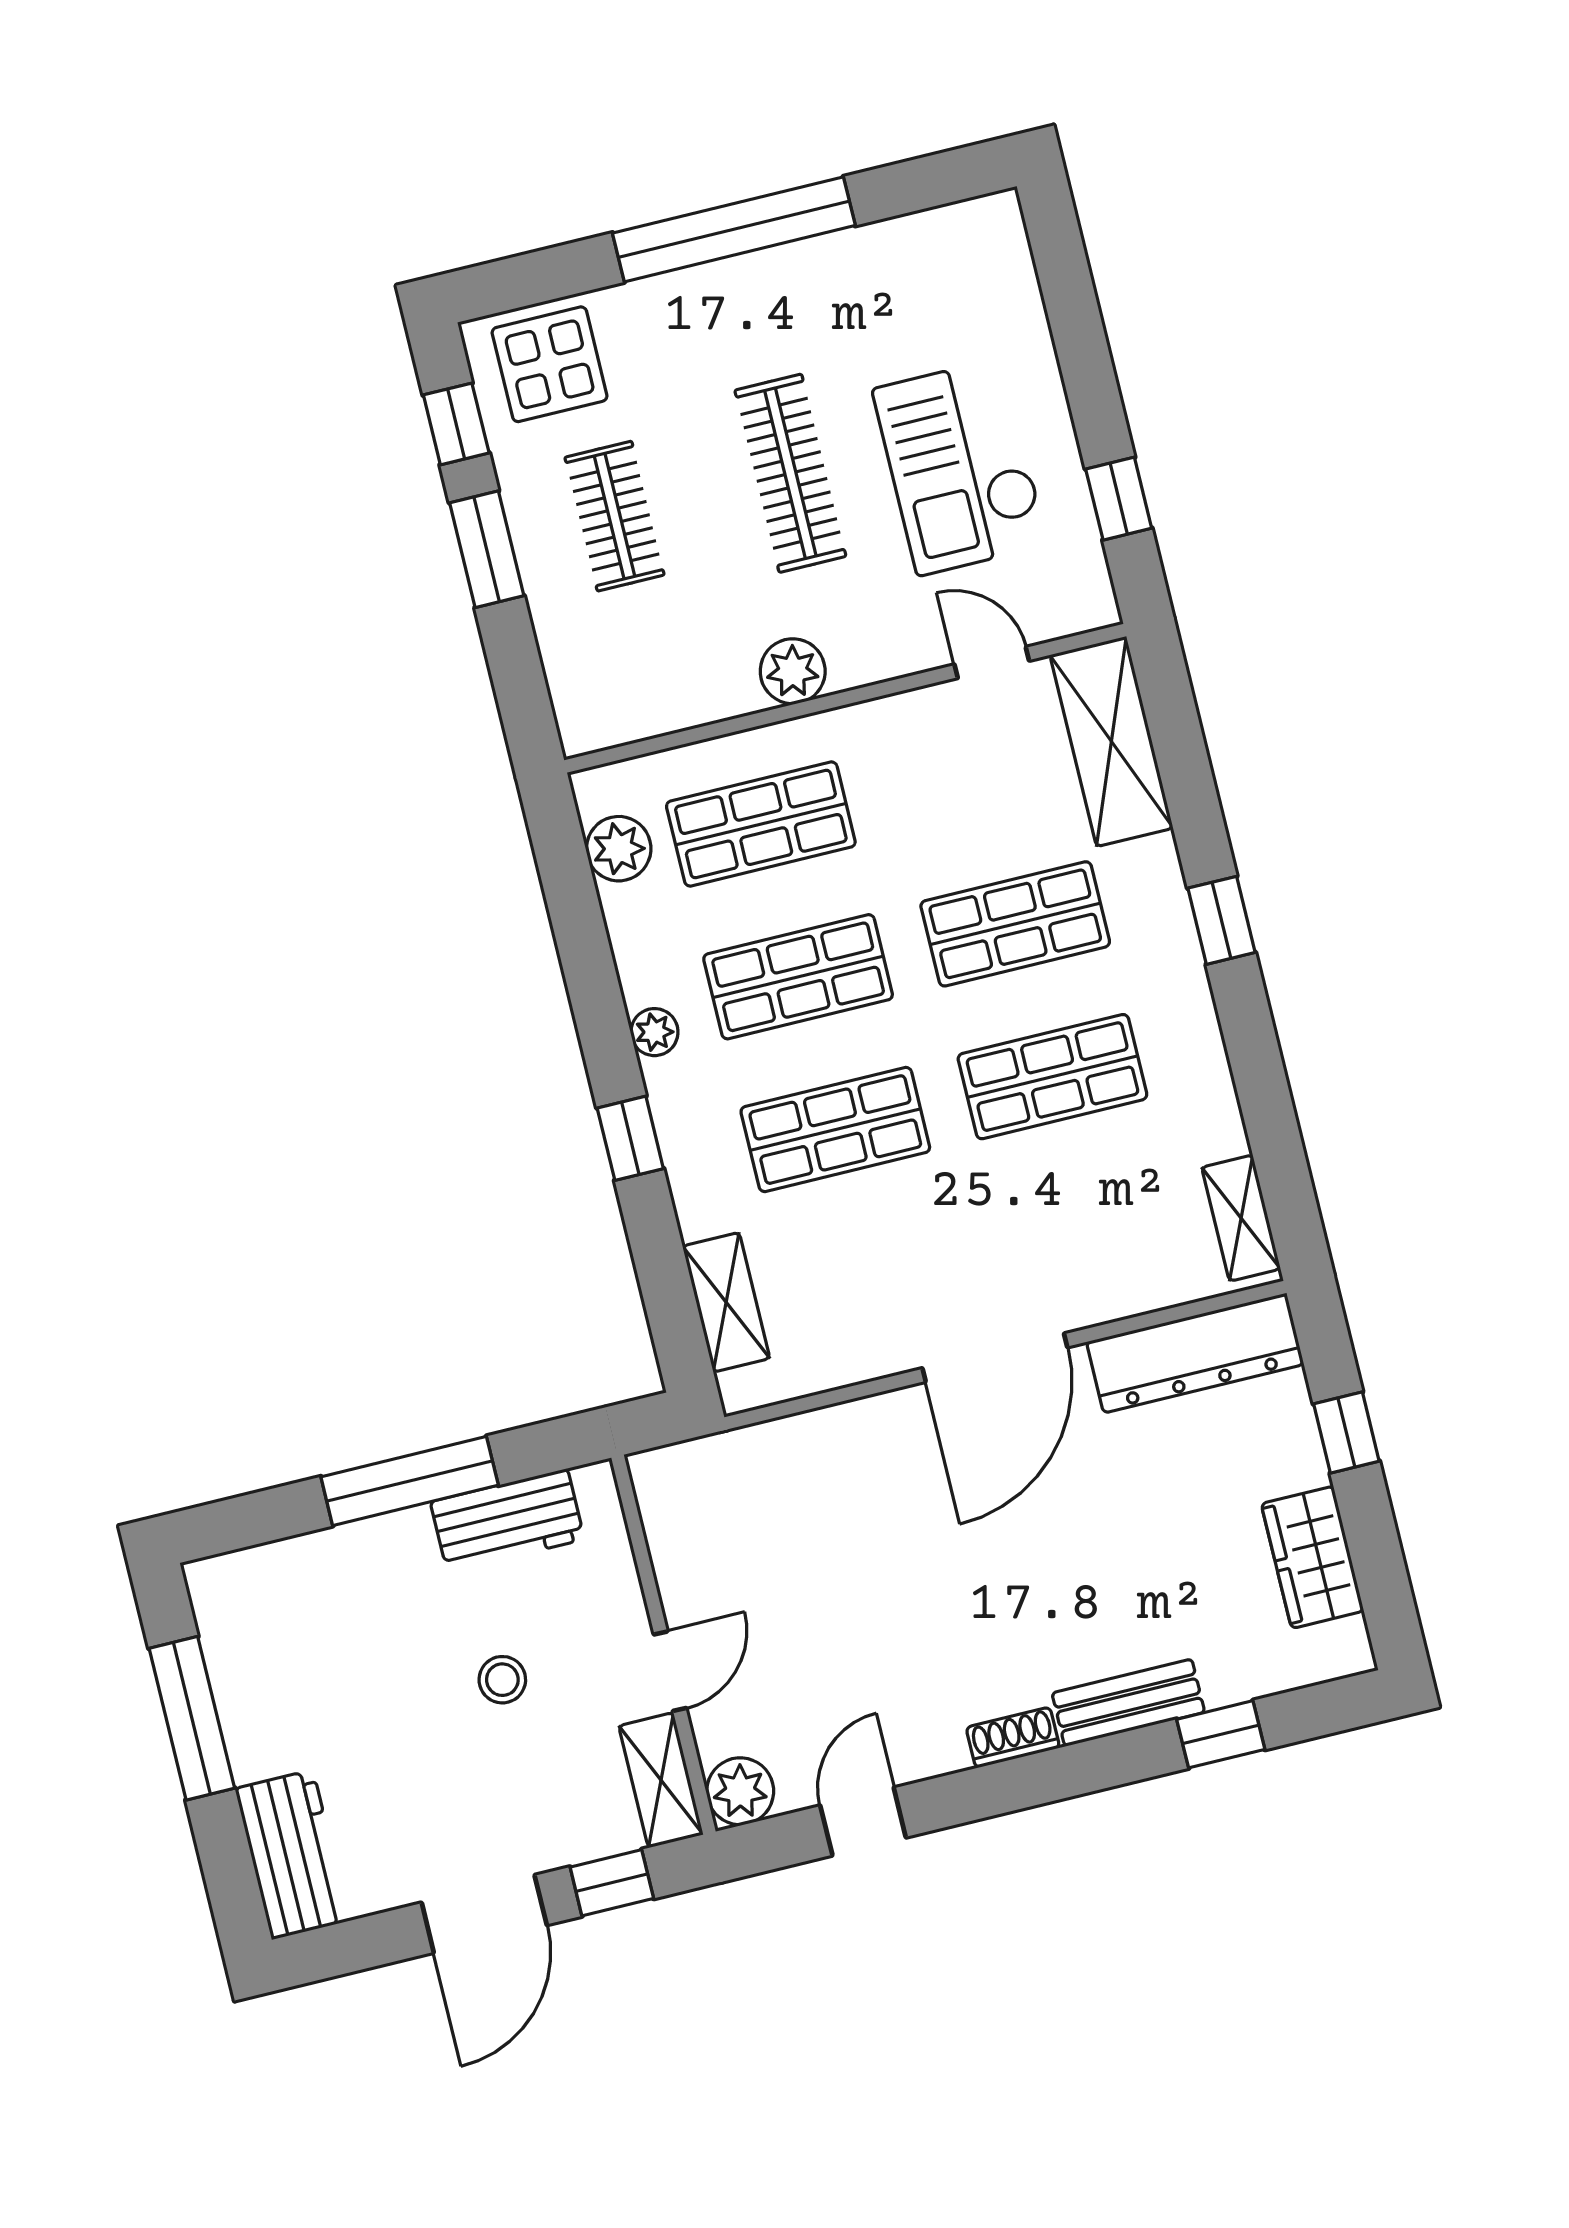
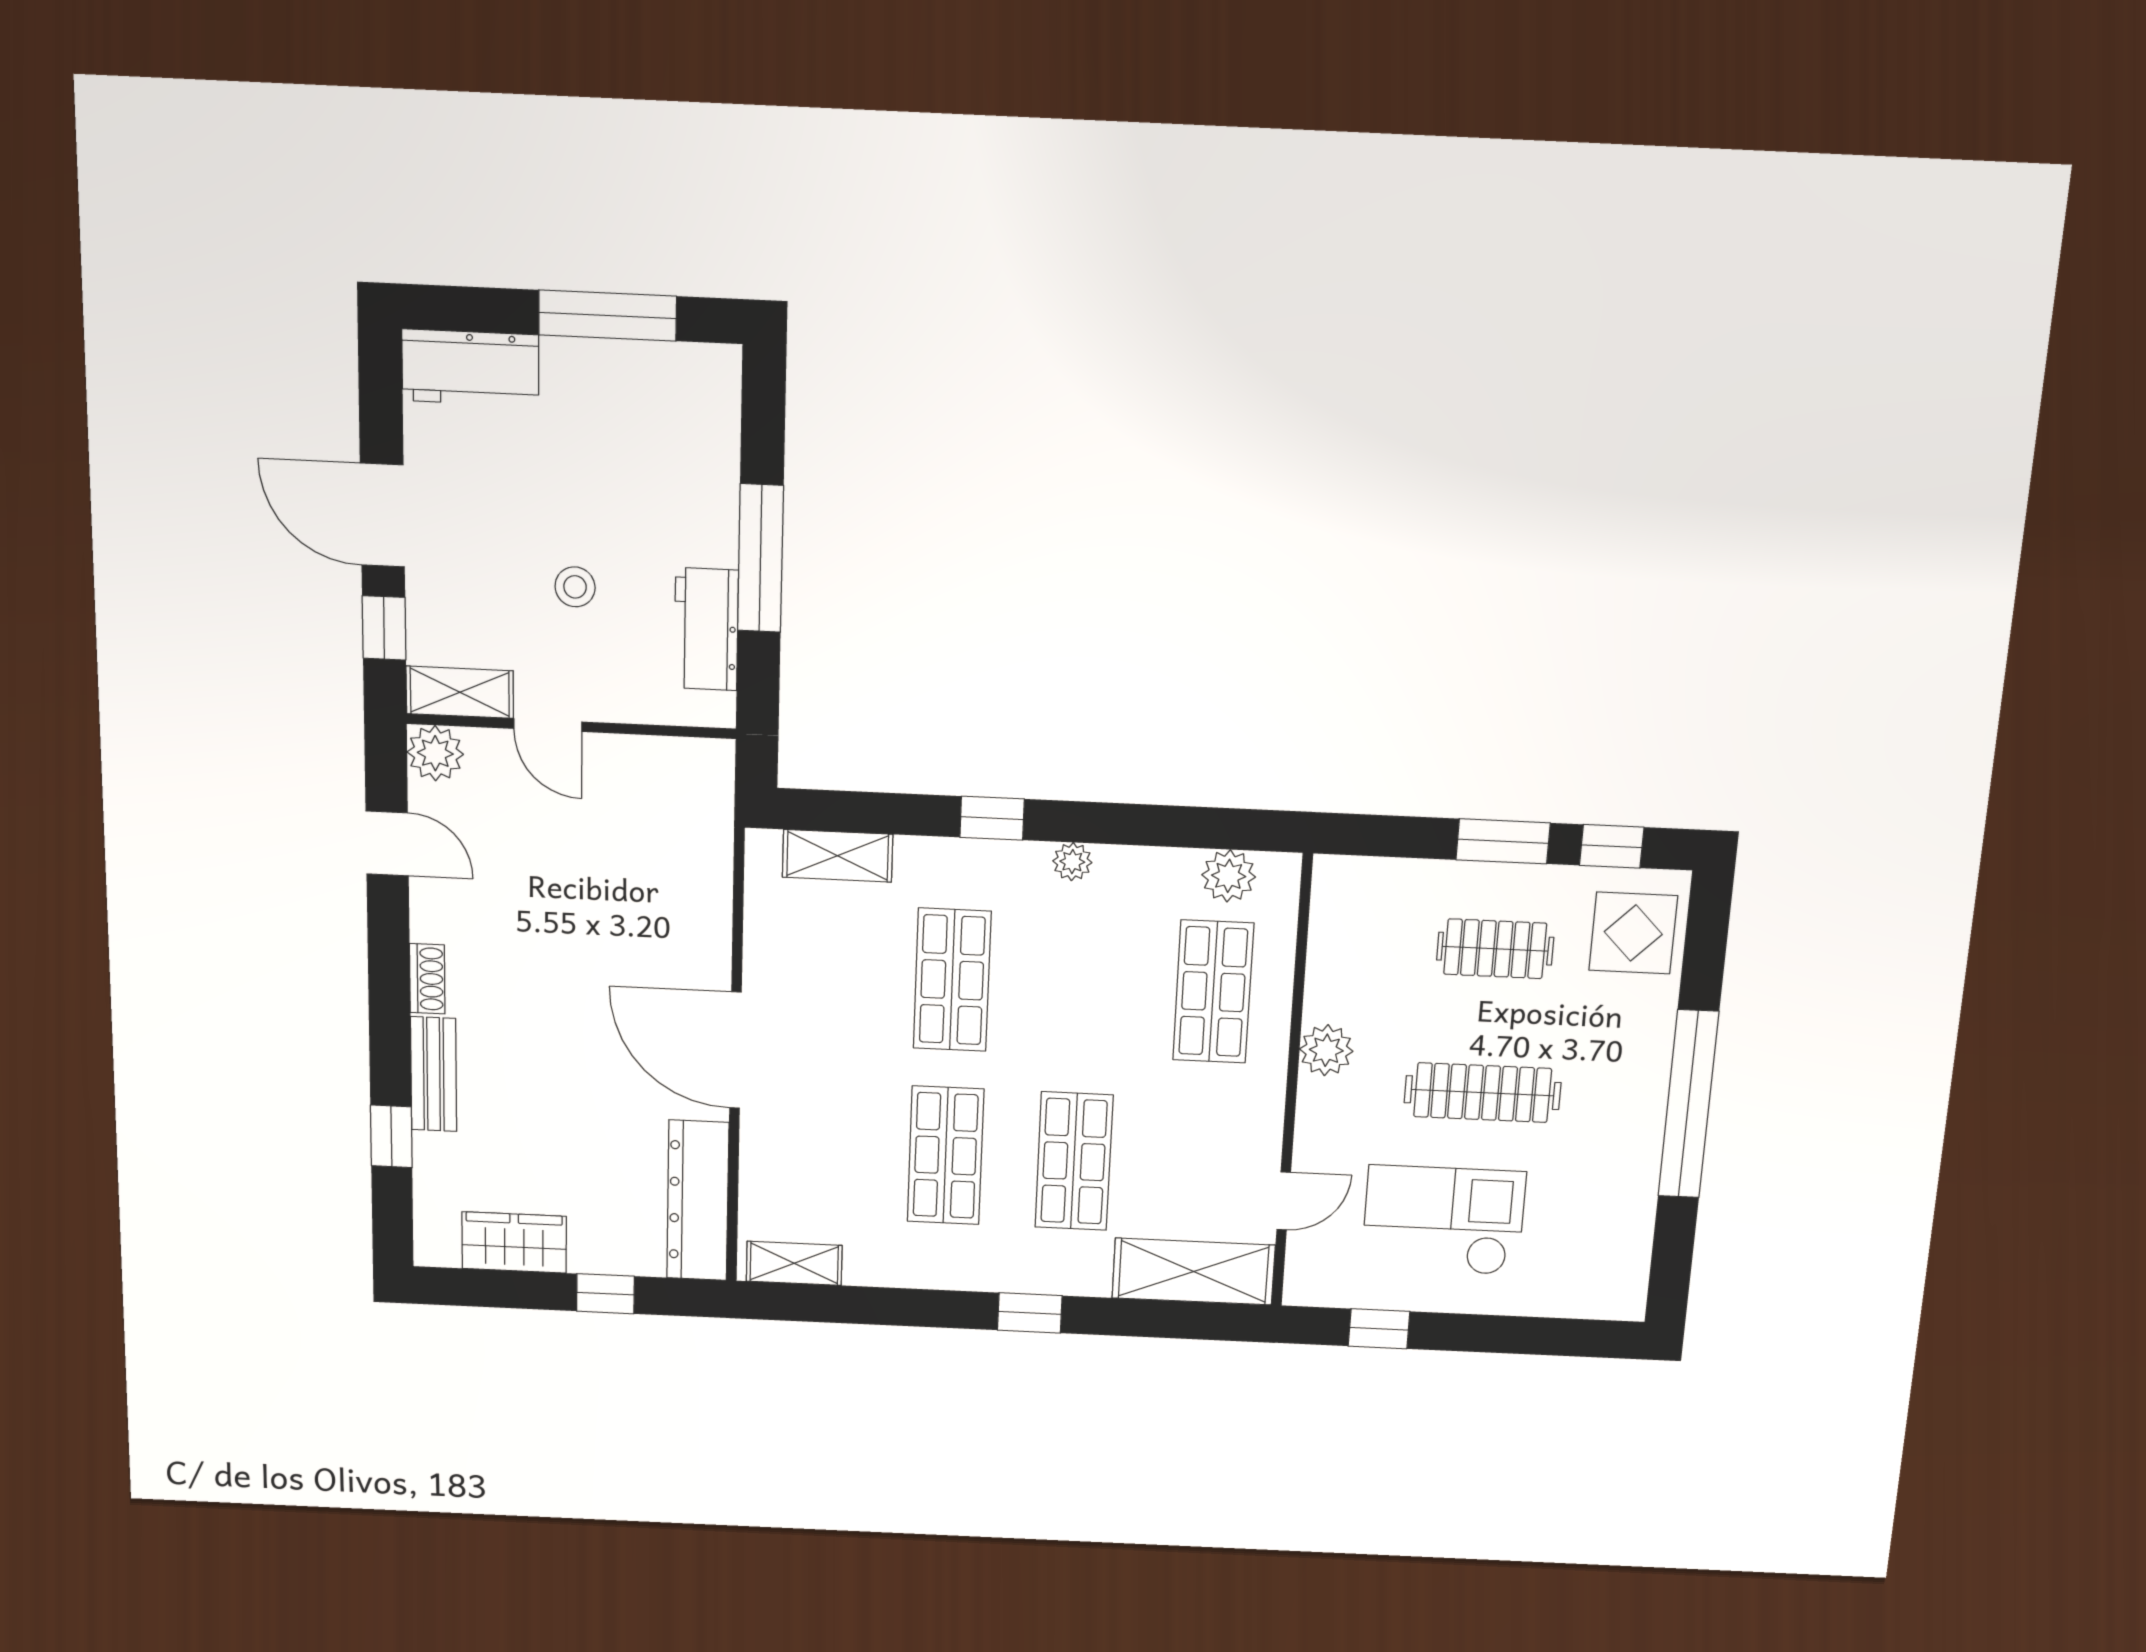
shop shelf: (798, 977) -> (1083, 986), removed

